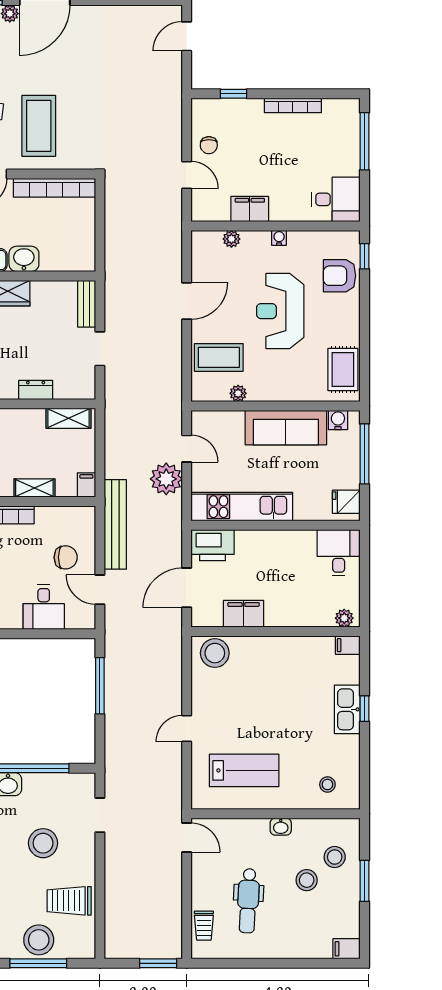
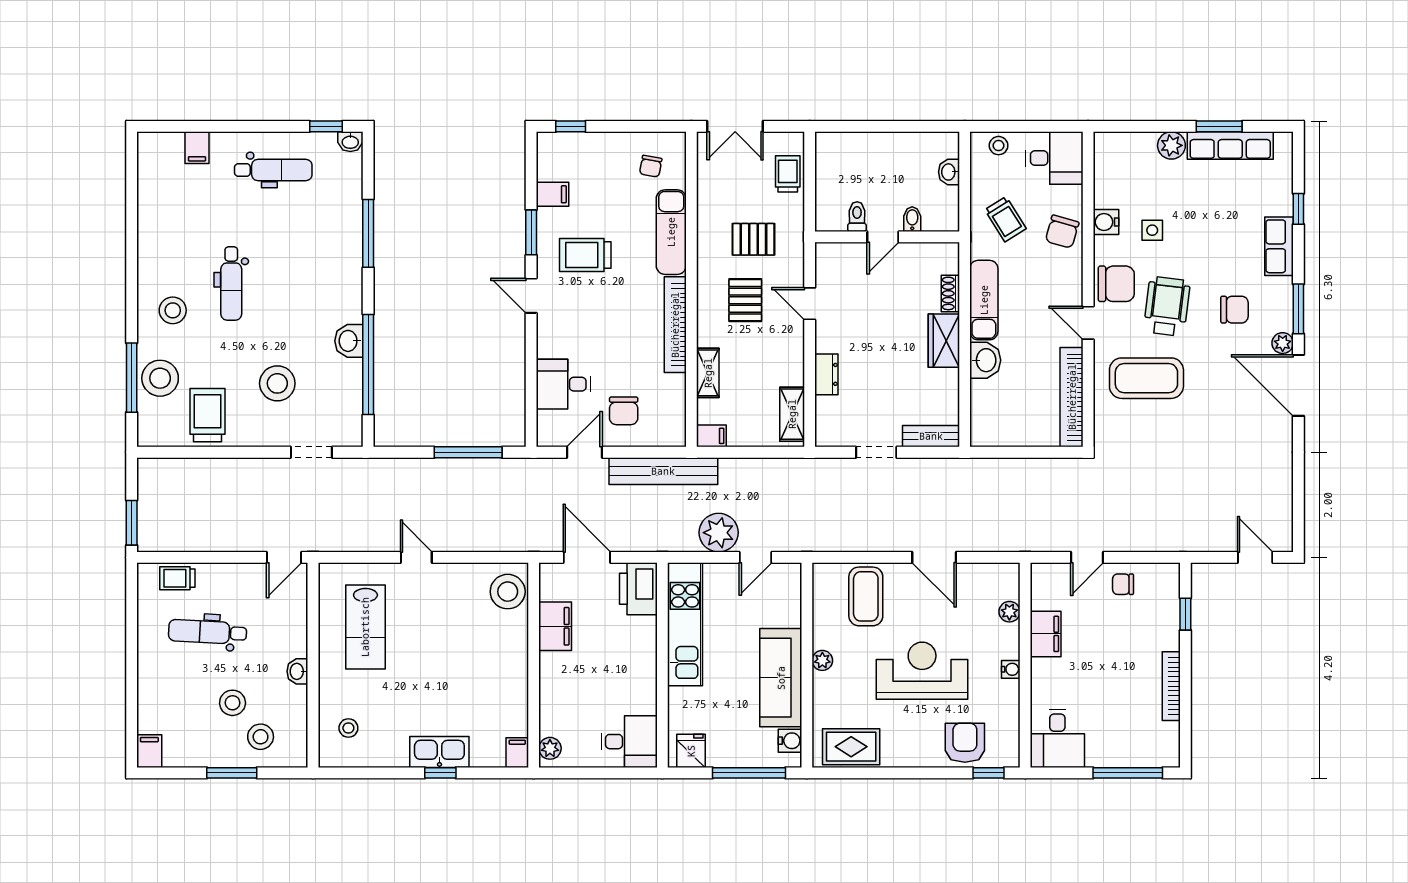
plant: (238, 393) -> (822, 660), moved

